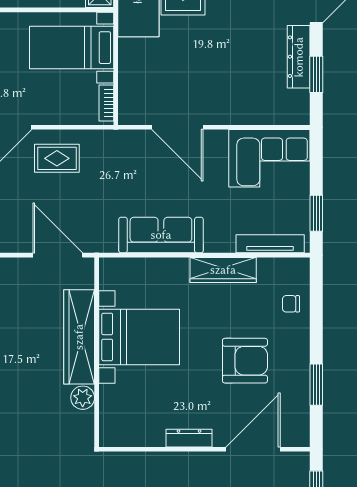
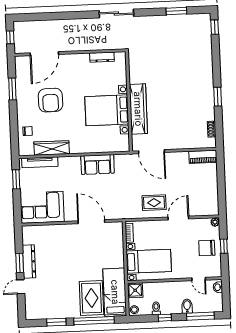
window: (316, 74) -> (20, 263), moved
sofa: (161, 235) -> (98, 164), width x0.73
wardrobe: (223, 270) -> (52, 148), moved
armchair: (245, 361) -> (50, 100), turned -91
plant: (83, 398) -> (135, 77), removed
dresser: (189, 438) -> (102, 57), moved

